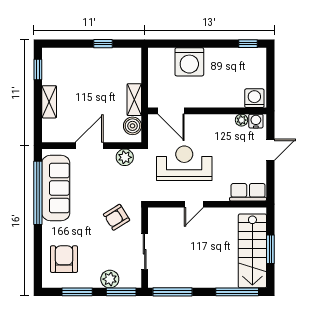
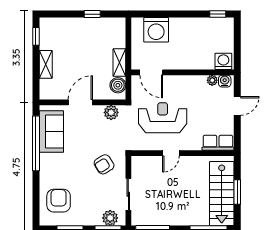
washing machine: (189, 62) -> (156, 30), moved
sofa: (56, 188) -> (51, 132), width x0.73
plant: (110, 279) -> (110, 218), moved

